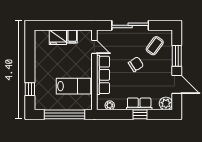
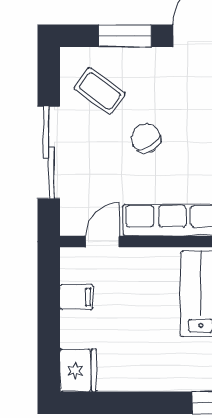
fridge: (58, 37) -> (78, 370), moved

